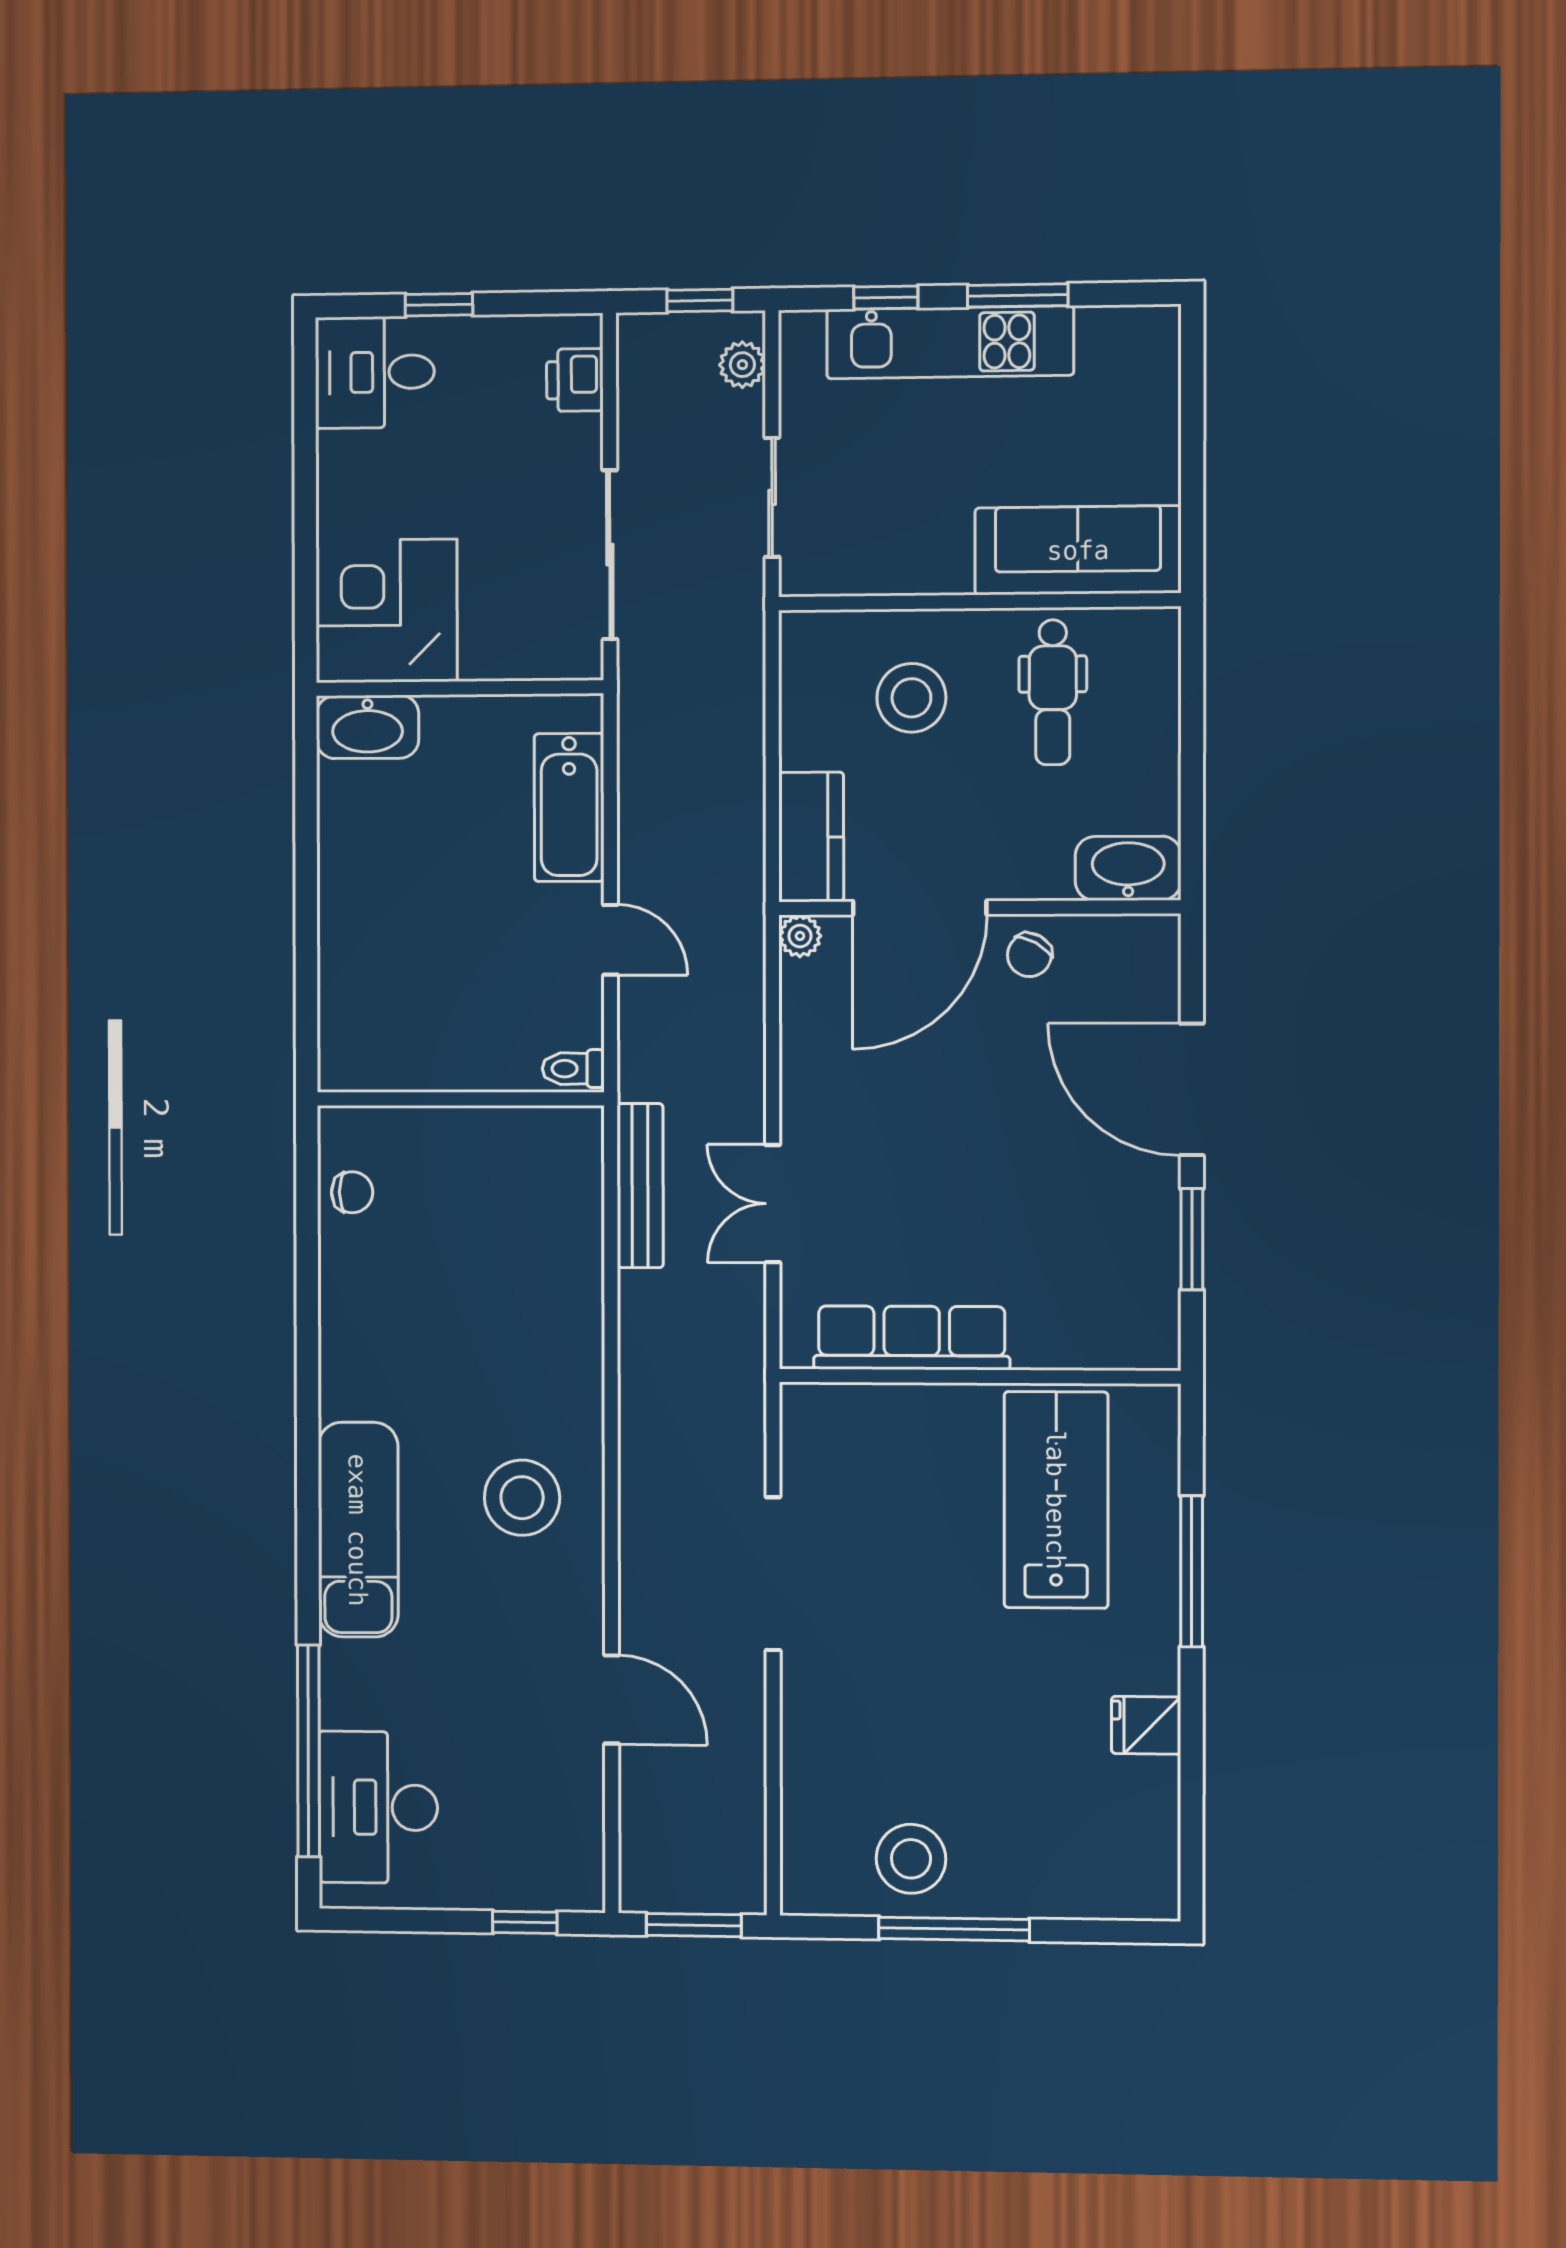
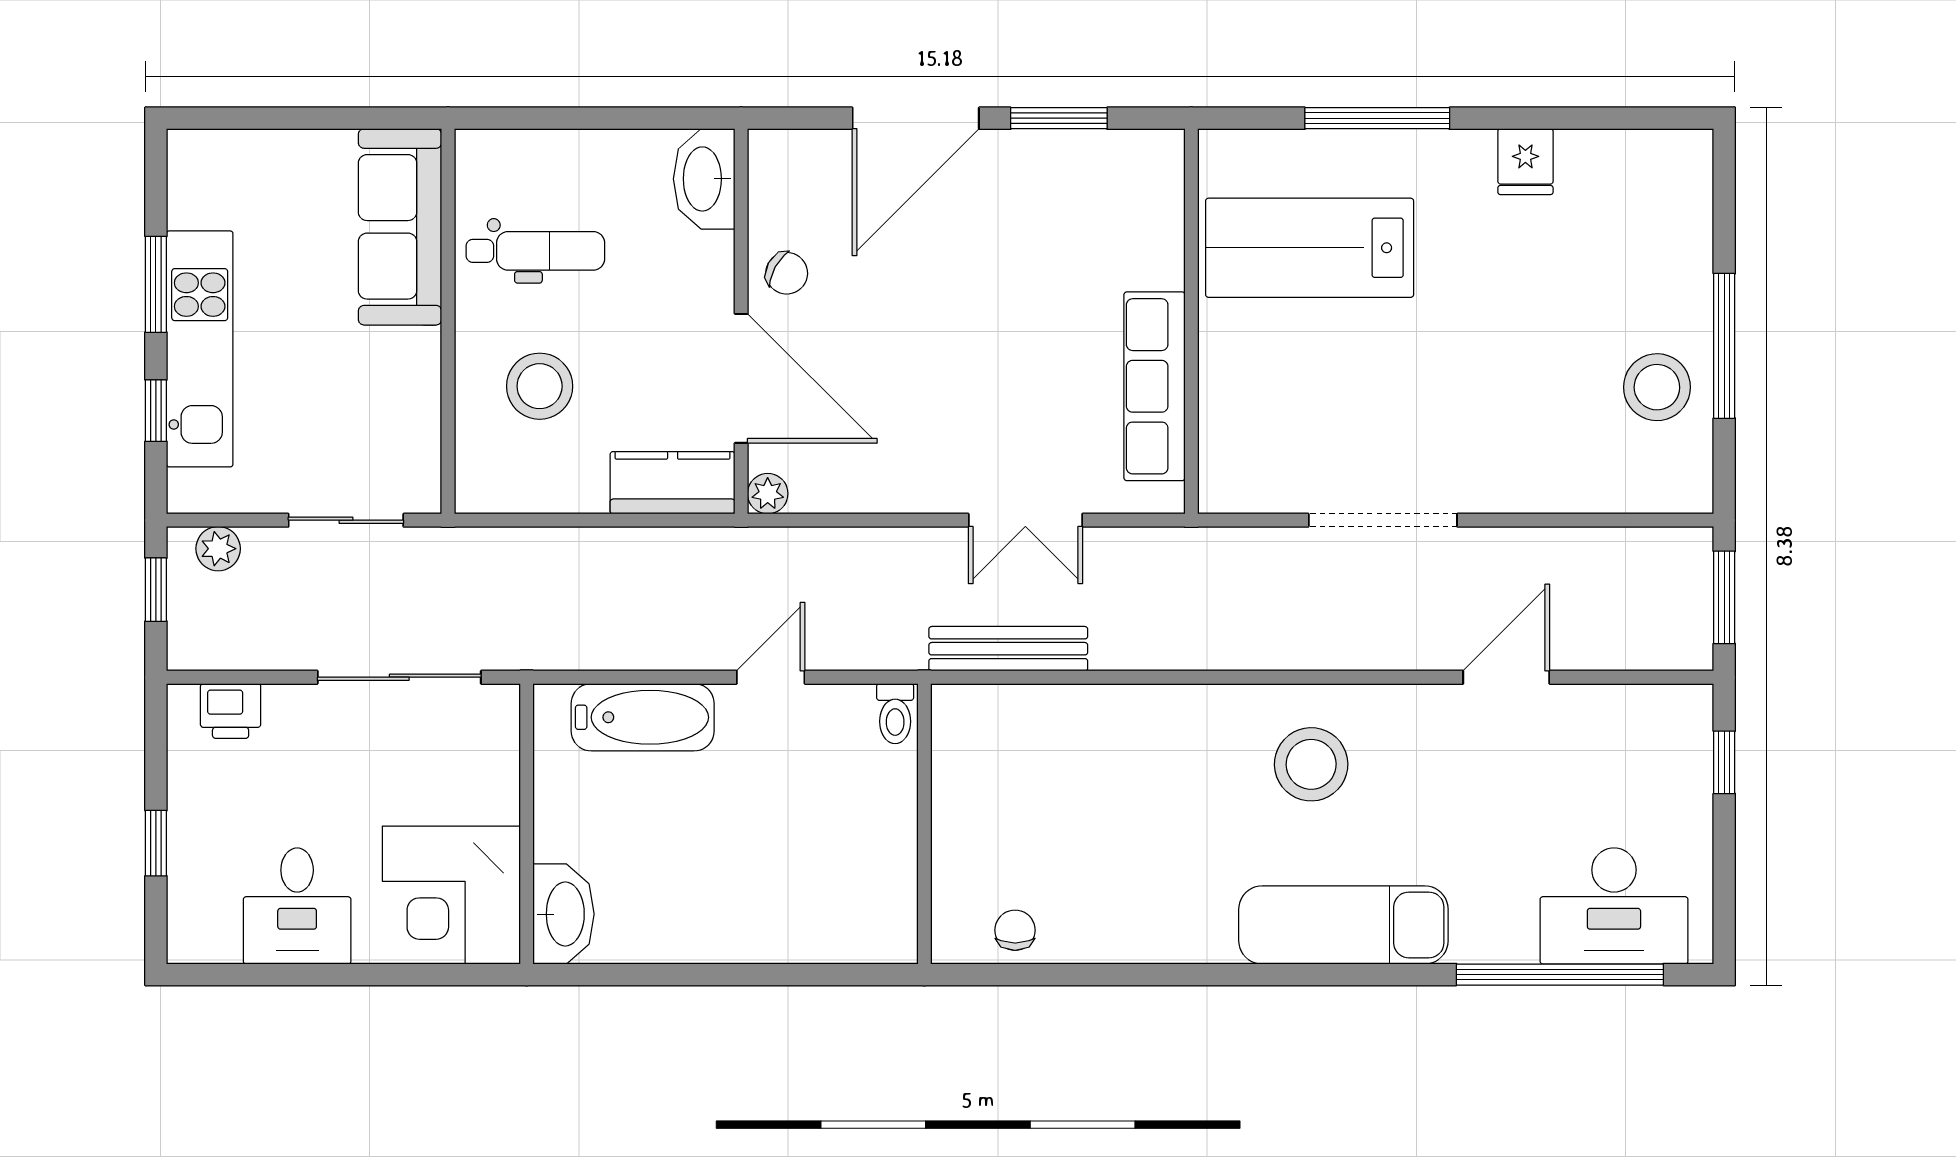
desk: (375, 372) -> (297, 906), moved

